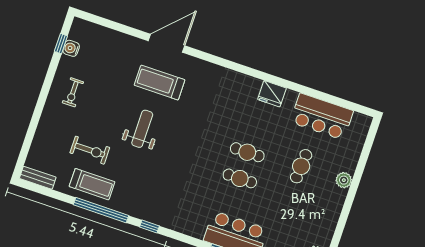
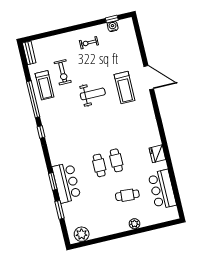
treadmill: (160, 83) -> (124, 87), turned 180

